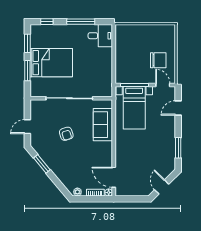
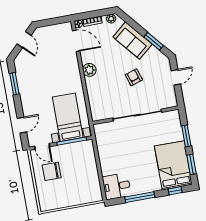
bed: (51, 63) -> (173, 165), moved, turned 90
sofa: (103, 125) -> (133, 41), moved, turned 140
plant: (106, 148) -> (89, 70), added

